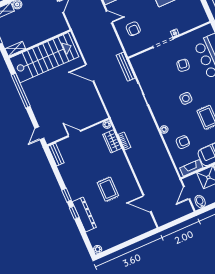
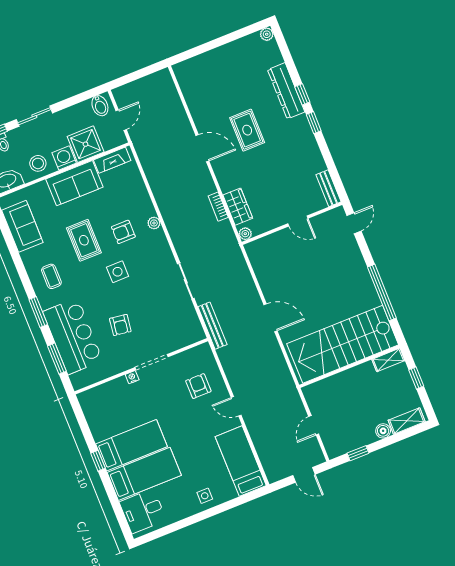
armchair: (183, 142) -> (123, 232), moved
door: (147, 203) -> (202, 148), moved

